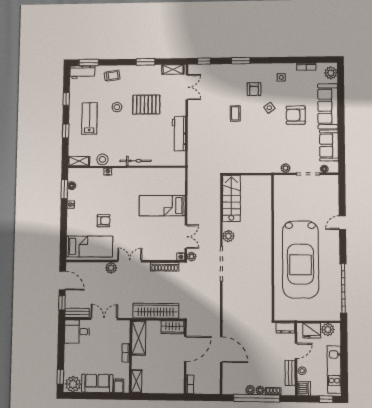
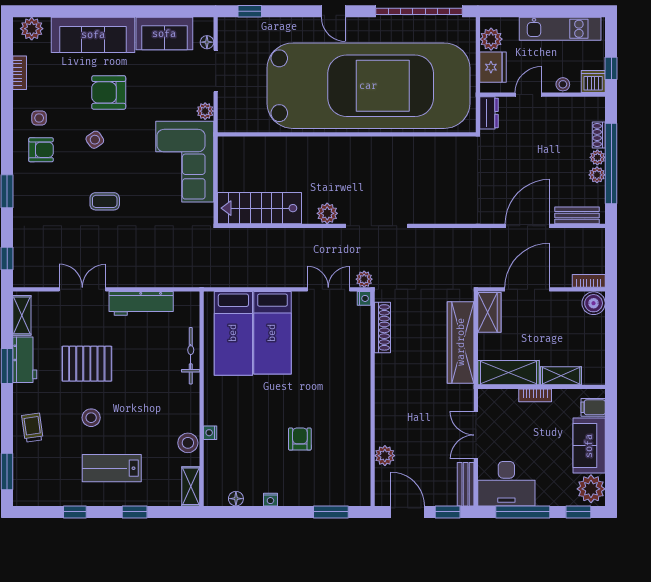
workbench: (82, 72) -> (25, 360), moved
double door: (187, 87) -> (82, 289), moved
armchair: (254, 89) -> (41, 150), moved
pallet: (146, 105) -> (87, 364), turned 90
armchair: (296, 115) -> (109, 92), turned 90
corner sofa: (257, 157) -> (185, 162), added
bicycle: (136, 161) -> (191, 356), moved
window: (64, 189) -> (331, 512), moved
window: (342, 193) -> (250, 11), added
door: (342, 223) -> (333, 11), moved
bed: (89, 247) -> (233, 333), moved, turned 180
car: (300, 259) -> (368, 86), width x1.36, depth x1.48
double door: (130, 261) -> (373, 390), removed
plant: (111, 268) -> (385, 456), moved
door: (62, 280) -> (408, 512), hinge flipped
desk: (77, 332) -> (506, 484), width x1.37
window: (61, 345) -> (523, 512), added
door: (185, 349) -> (527, 289), hinge flipped
door: (296, 351) -> (528, 95), hinge flipped
bench: (290, 373) -> (577, 215), moved
shelving: (136, 381) -> (561, 376), moved
boiler: (177, 387) -> (594, 303), added
window: (326, 399) -> (611, 68), moved

